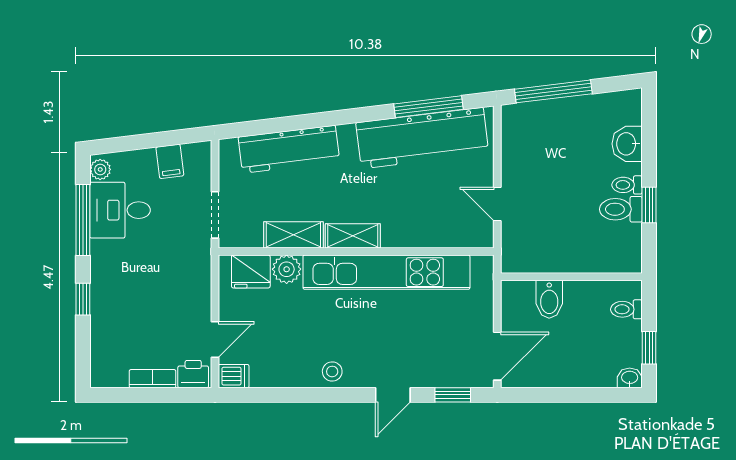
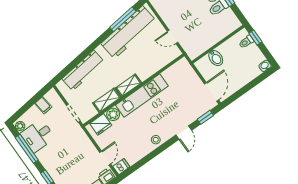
kitchen unit: (386, 272) -> (142, 96), width x0.73
window: (649, 348) -> (255, 38), moved

